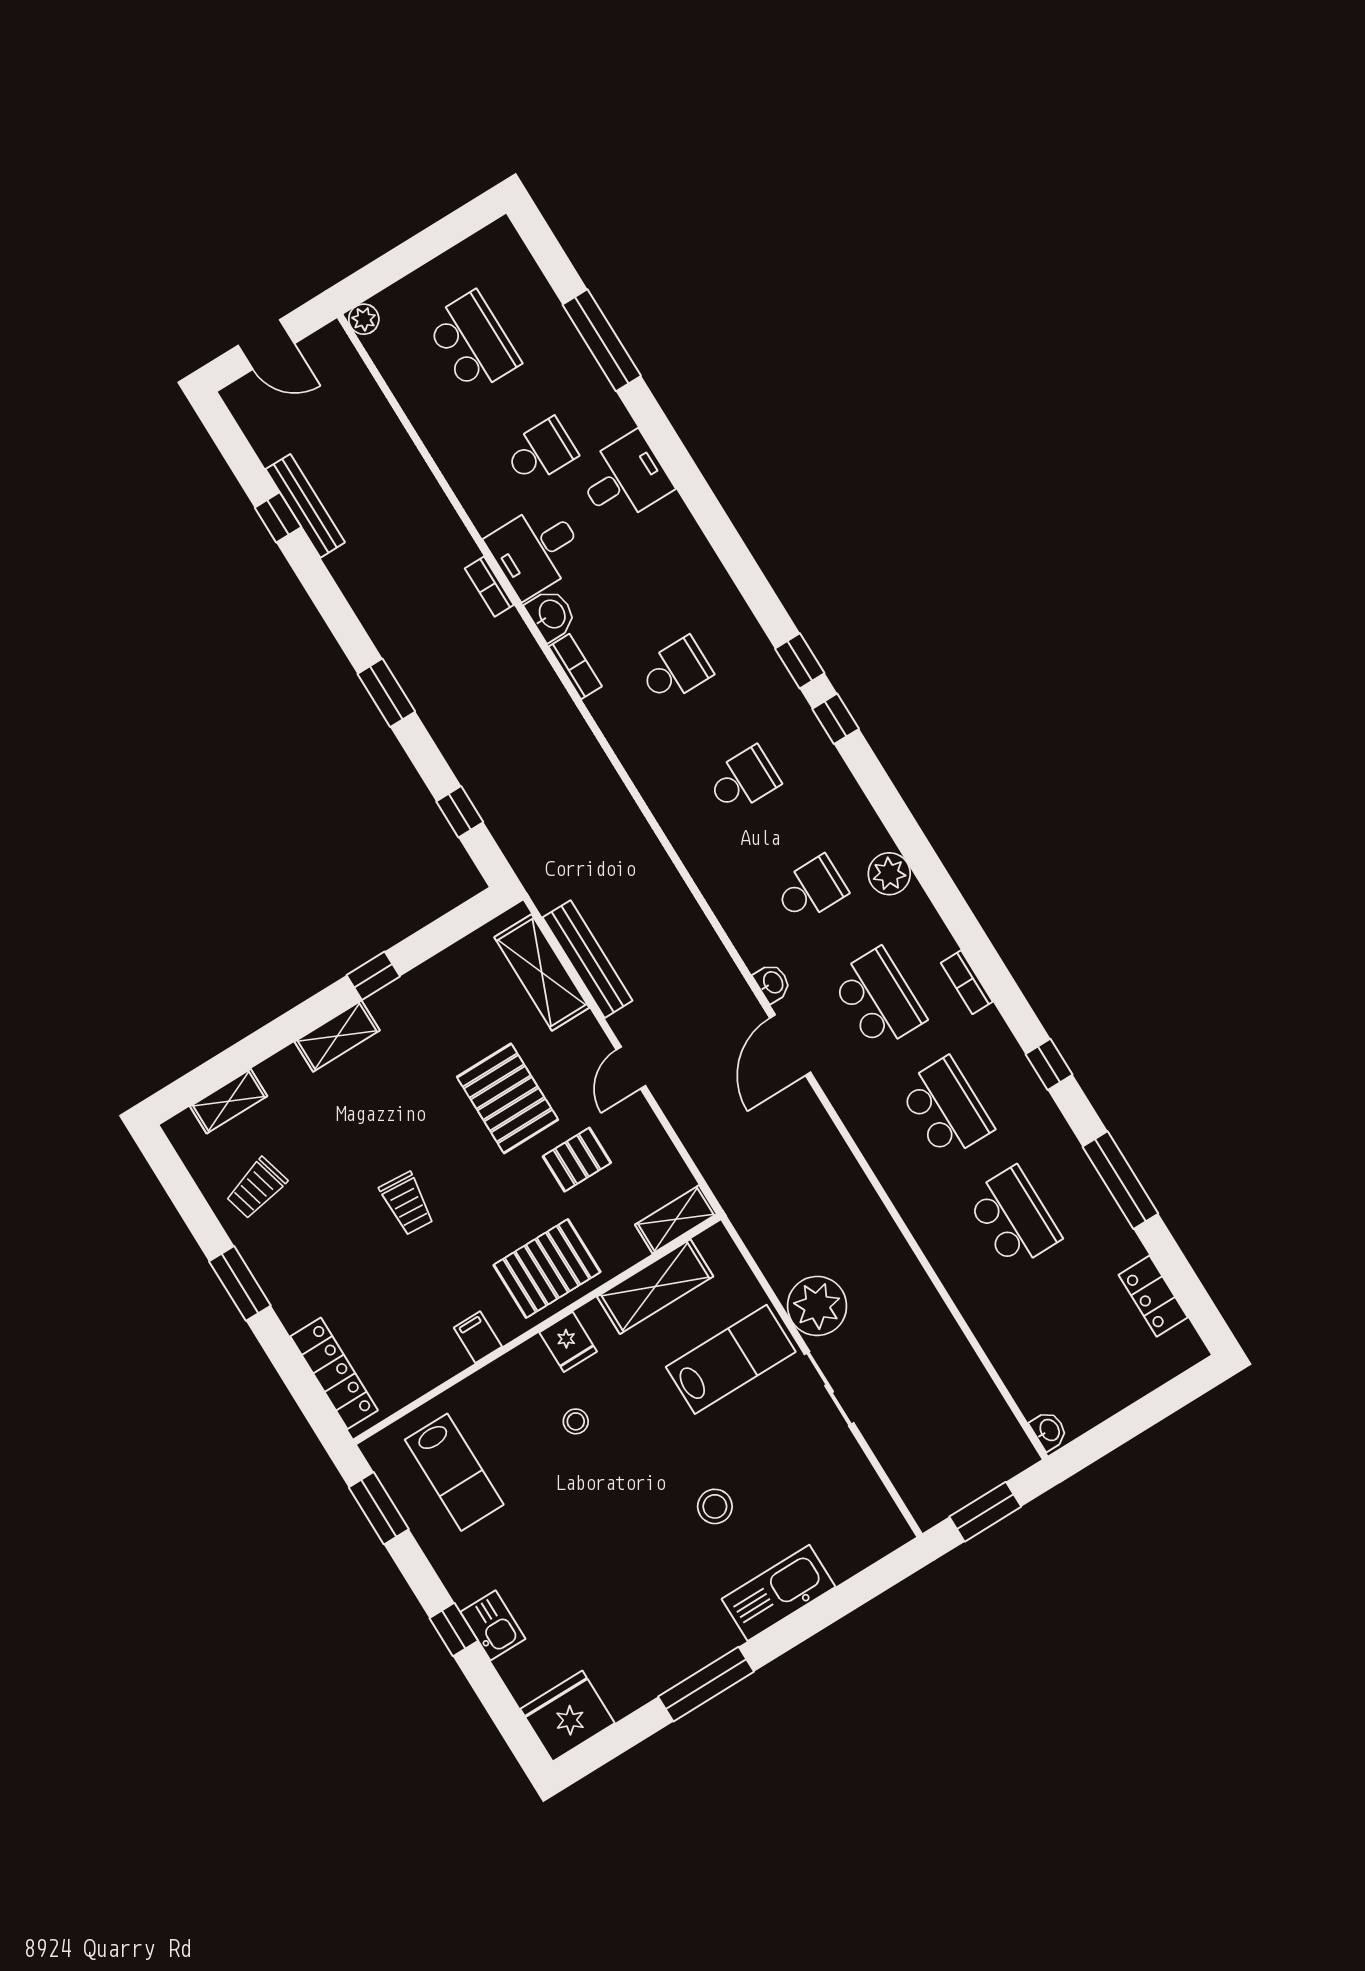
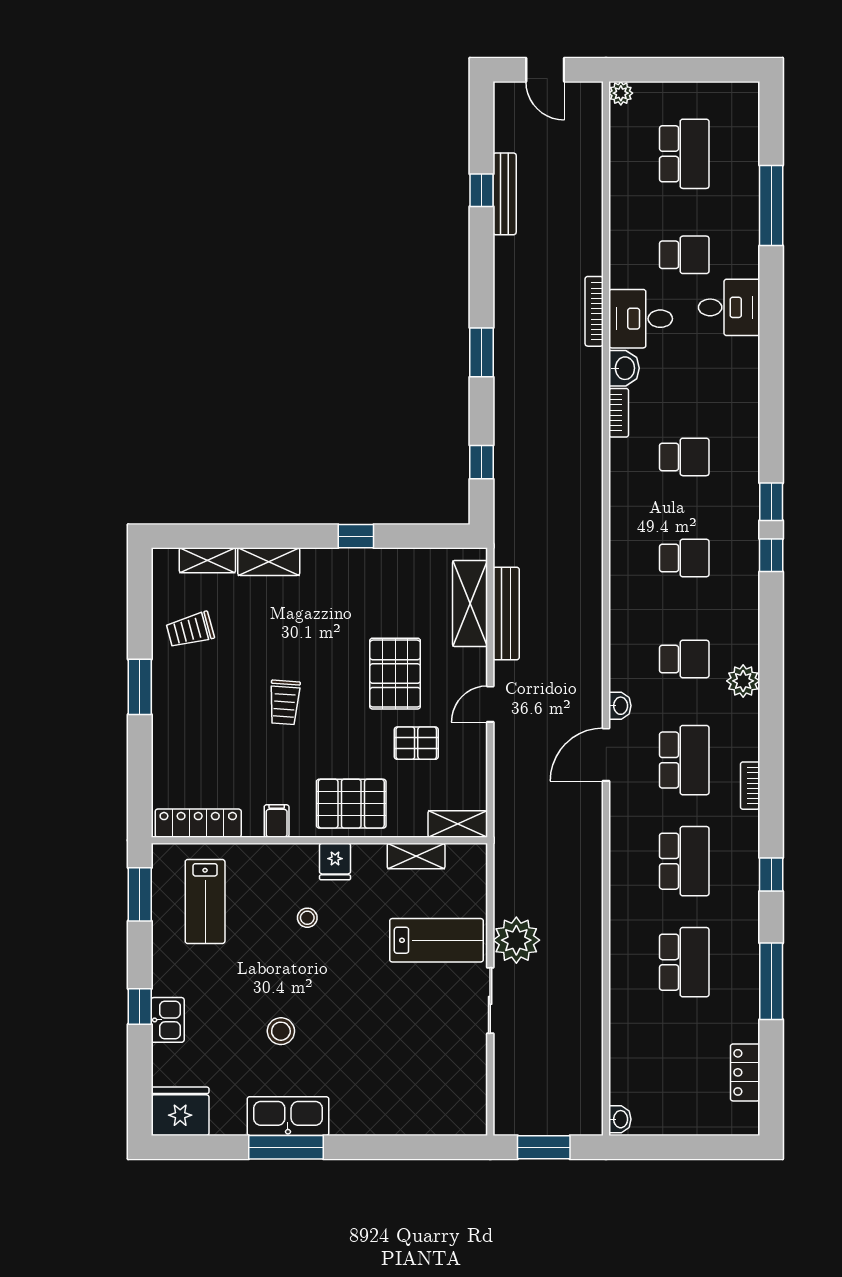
bookcase: (489, 587) -> (594, 311), width x1.56
shelving: (337, 1036) -> (269, 562), moved
shelving: (655, 1287) -> (416, 856), width x0.67, depth x0.75
locker: (334, 1373) -> (198, 823), moved, turned -90
stool: (715, 1506) -> (281, 1031), moved
kitchen sink: (778, 1593) -> (288, 1116), moved

